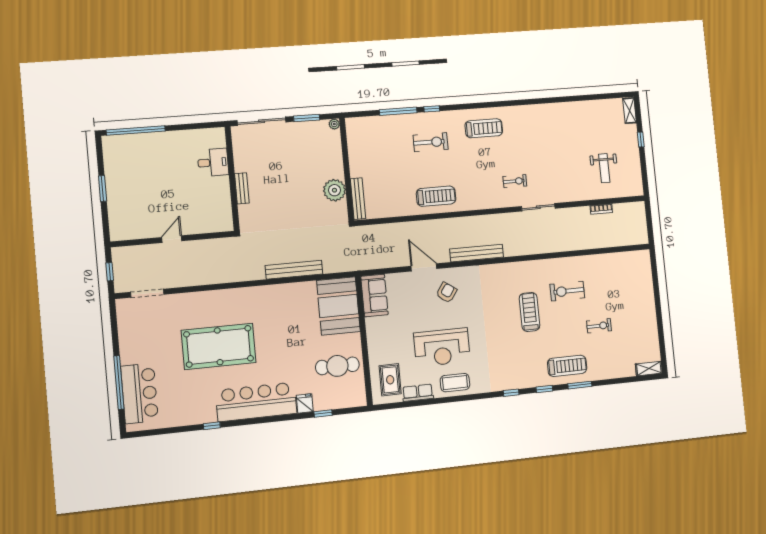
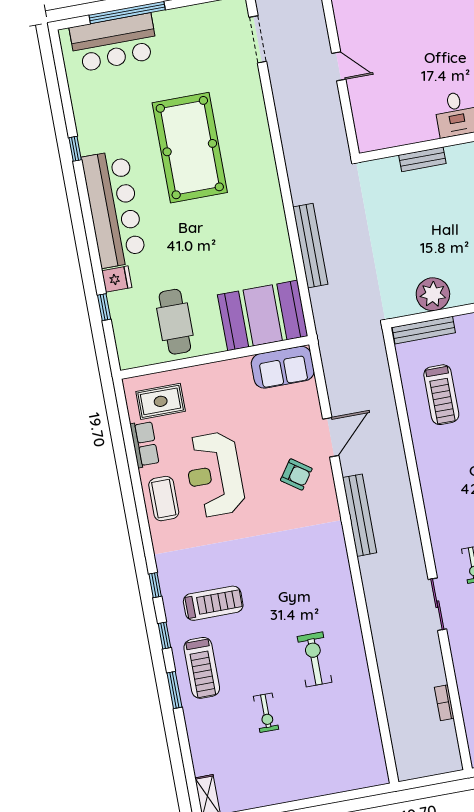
treadmill: (436, 196) -> (441, 395), moved
treadmill: (530, 312) -> (213, 603), moved

